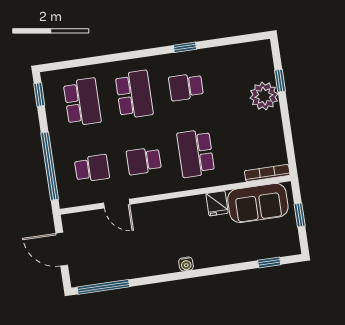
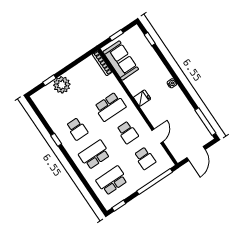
school desk: (92, 168) -> (145, 158), turned 180
fridge: (217, 203) -> (142, 98), moved

